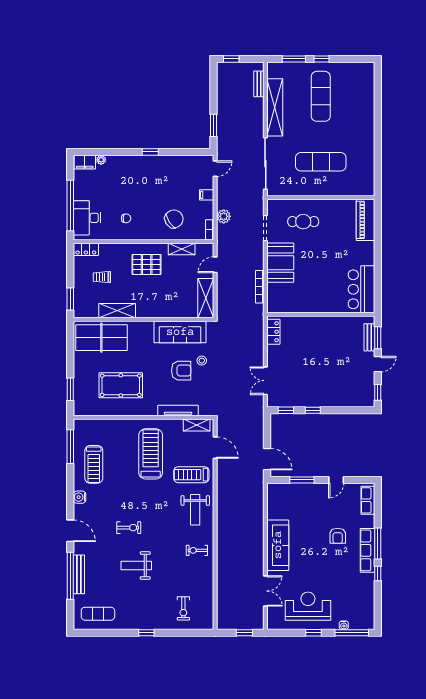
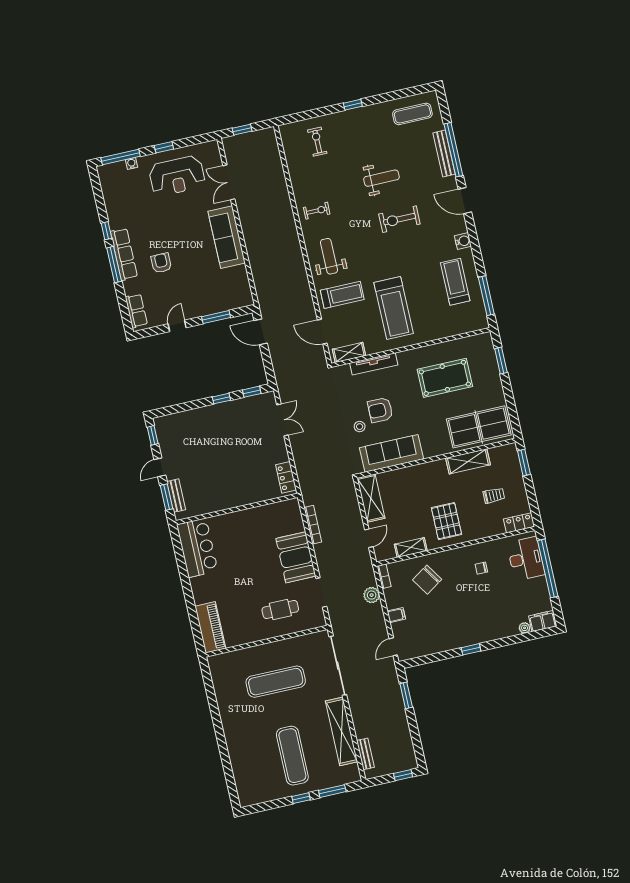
pallet: (147, 265) -> (446, 521), turned 90
exercise bike: (129, 528) -> (399, 219), width x1.38, depth x1.39

